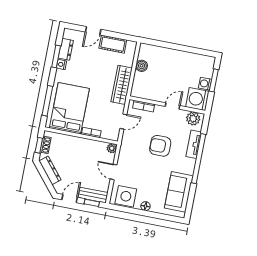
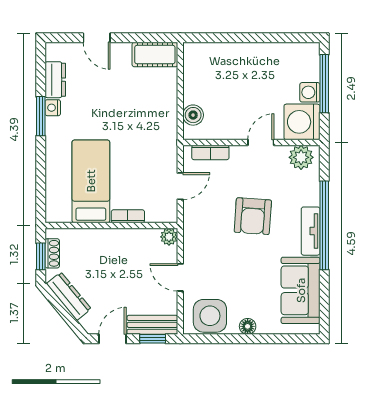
door: (93, 31) -> (97, 38), hinge flipped
cot: (113, 44) -> (155, 55), moved
window: (56, 56) -> (41, 116), moved
boiler: (142, 66) -> (193, 115), moved
window: (214, 80) -> (324, 84), width x1.44
wardrobe: (122, 85) -> (165, 123), removed
window: (47, 101) -> (41, 176), removed
bed: (69, 108) -> (91, 181), width x0.67
tv unit: (194, 144) -> (311, 231), moved
armchair: (160, 146) -> (253, 216), turned -86

